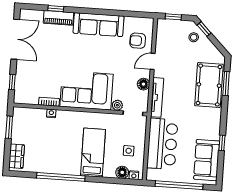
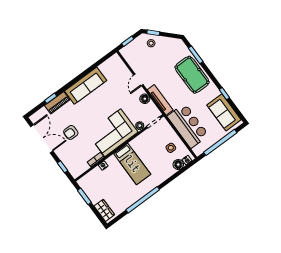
armchair: (138, 41) -> (71, 132), moved
pool table: (209, 85) -> (192, 75), moved
bed: (93, 153) -> (132, 164), moved, turned 180

